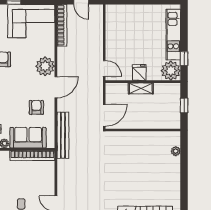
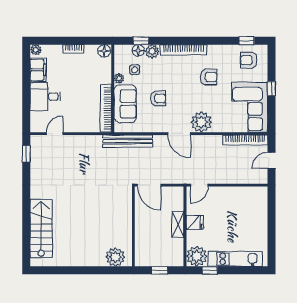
armchair: (36, 107) -> (158, 98), moved
plant: (176, 151) -> (115, 257), width x1.87, depth x1.87

